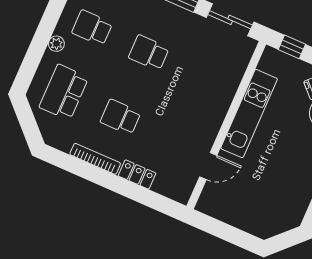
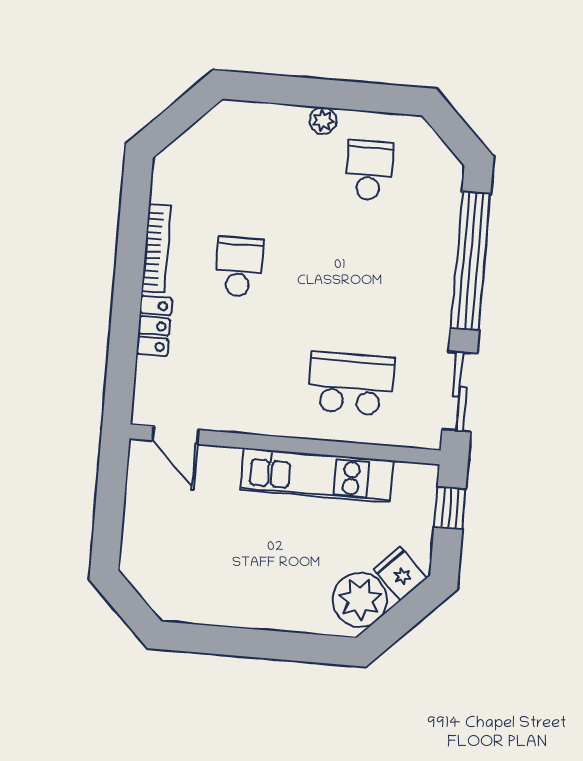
school desk: (149, 53) -> (351, 384), moved, width x1.85
school desk: (64, 92) -> (248, 160), removed
door: (208, 166) -> (176, 435), moved

